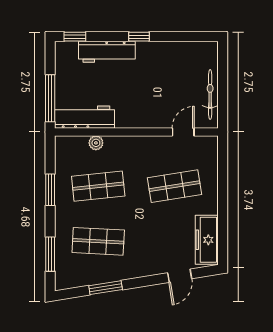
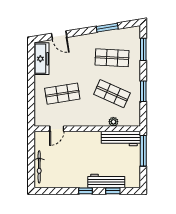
window: (75, 37) -> (113, 191), moved
bicycle: (210, 94) -> (39, 167), moved
shop shelf: (98, 186) -> (112, 94), turned 30
door: (180, 276) -> (59, 35), swing flipped

